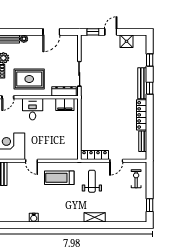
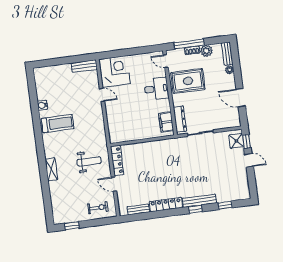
shower: (126, 41) -> (236, 141), moved
rug: (29, 79) -> (188, 81), turned 90
door: (32, 161) -> (102, 95), swing flipped
treadmill: (59, 178) -> (58, 124), moved, turned 90

